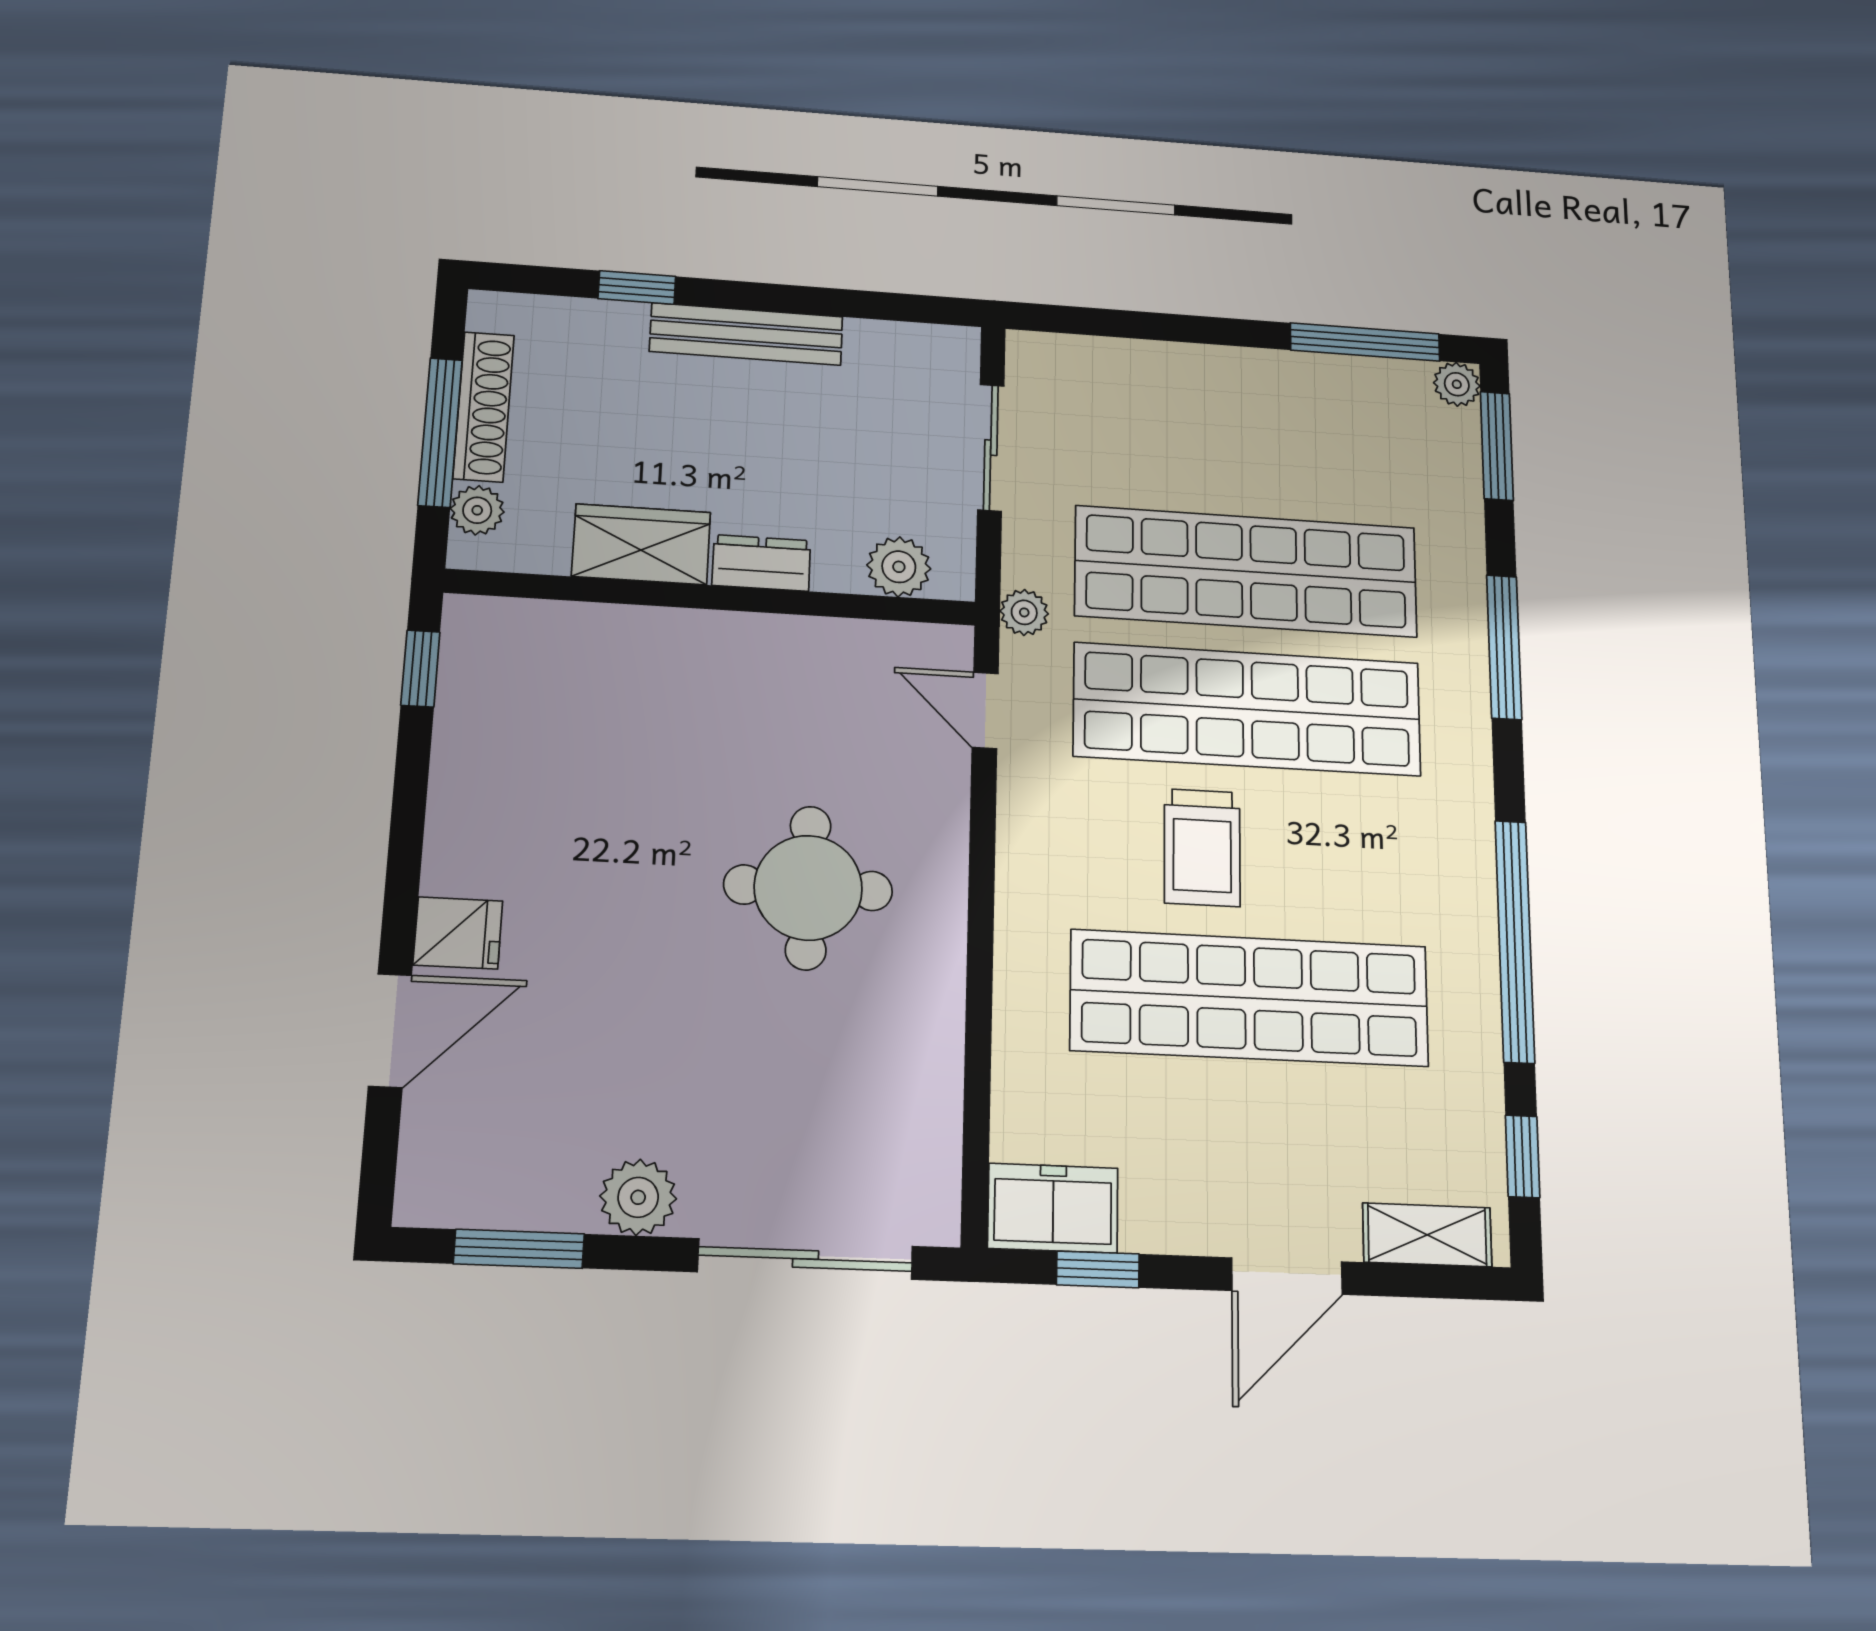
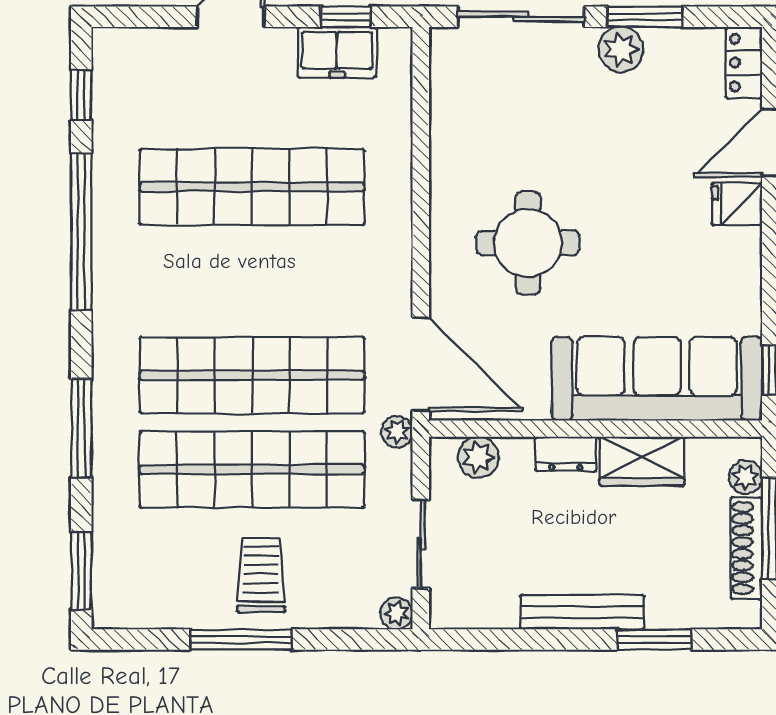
window: (637, 288) -> (655, 639), width x1.50
window: (1365, 342) -> (241, 639), moved
plant: (1457, 384) -> (397, 613), moved
sofa: (610, 666) -> (657, 379), added
door: (985, 710) -> (421, 364), width x1.88
trolley: (1202, 848) -> (261, 575), moved
locker: (428, 1167) -> (744, 63), added
freezer: (1053, 1208) -> (337, 52), moved
shelving: (1427, 1235) -> (143, 45), removed
window: (519, 1249) -> (645, 17), moved

